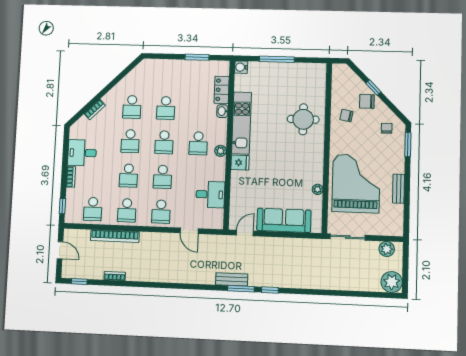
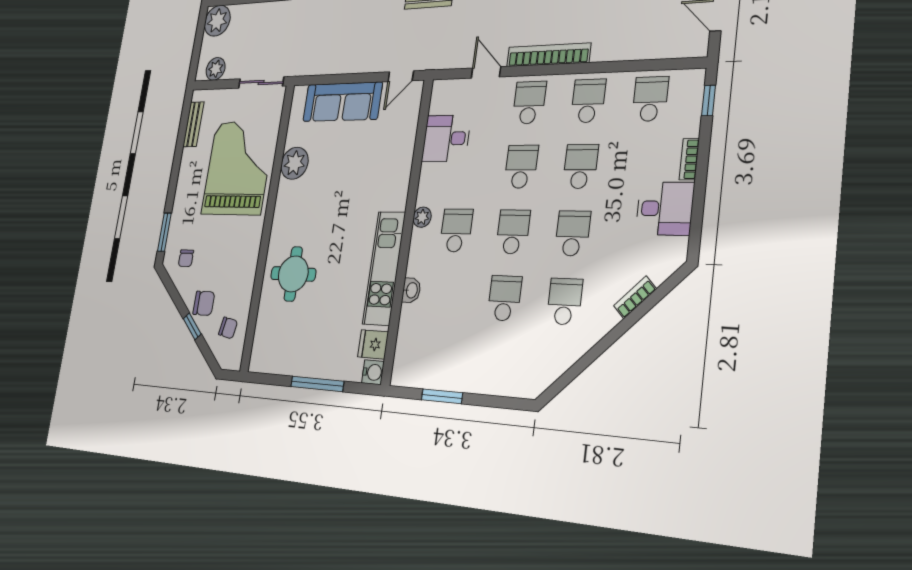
locker: (222, 90) -> (408, 331), removed
chair: (346, 116) -> (228, 328), moved
fridge: (240, 163) -> (373, 344), moved
grand piano: (356, 183) -> (238, 168), turned 180
plant: (318, 189) -> (295, 163), width x1.88, depth x1.88
bench: (399, 189) -> (193, 124), moved
bookcase: (115, 236) -> (548, 55), moved

